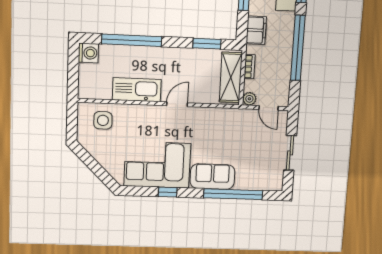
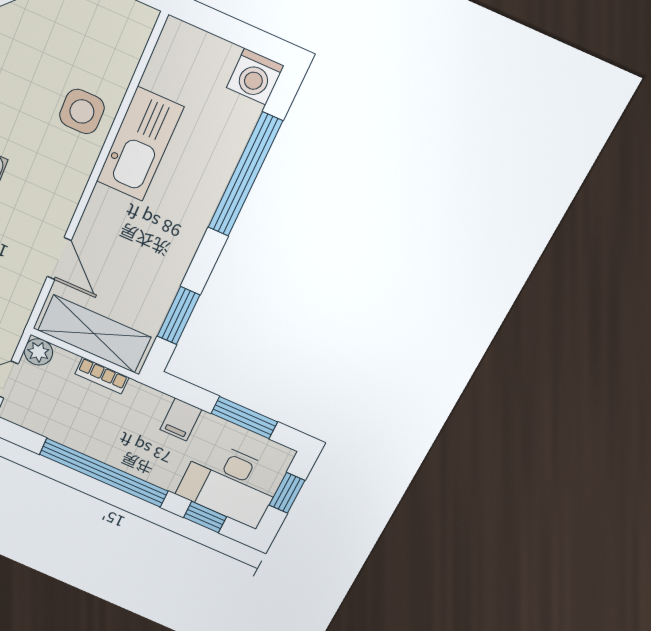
filing cabinet: (256, 30) -> (181, 420), width x0.50
door: (177, 104) -> (59, 259), moved
side table: (103, 120) -> (82, 111), moved

